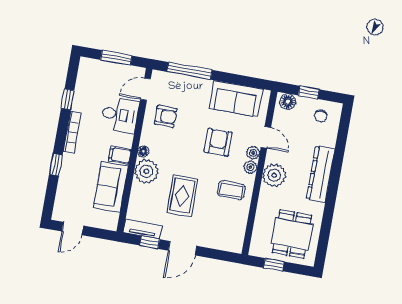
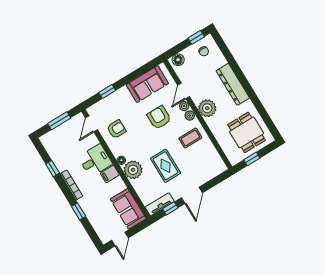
window: (190, 71) -> (107, 92), width x0.46
window: (309, 92) -> (196, 37), moved
desk: (120, 115) -> (95, 160), moved
door: (266, 137) -> (184, 91), swing flipped
sofa: (111, 187) -> (128, 209), moved

